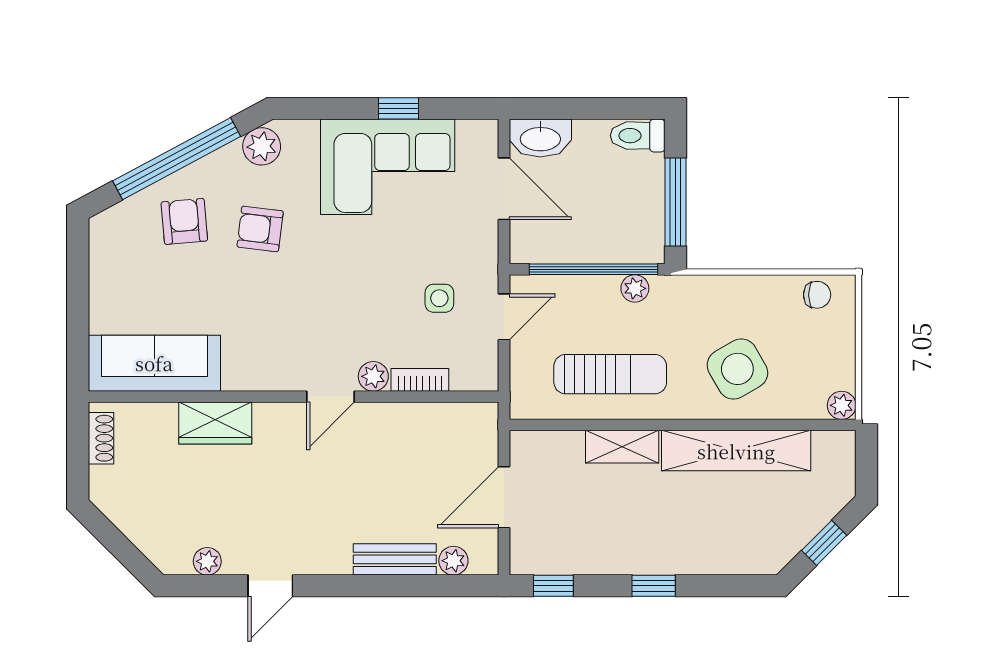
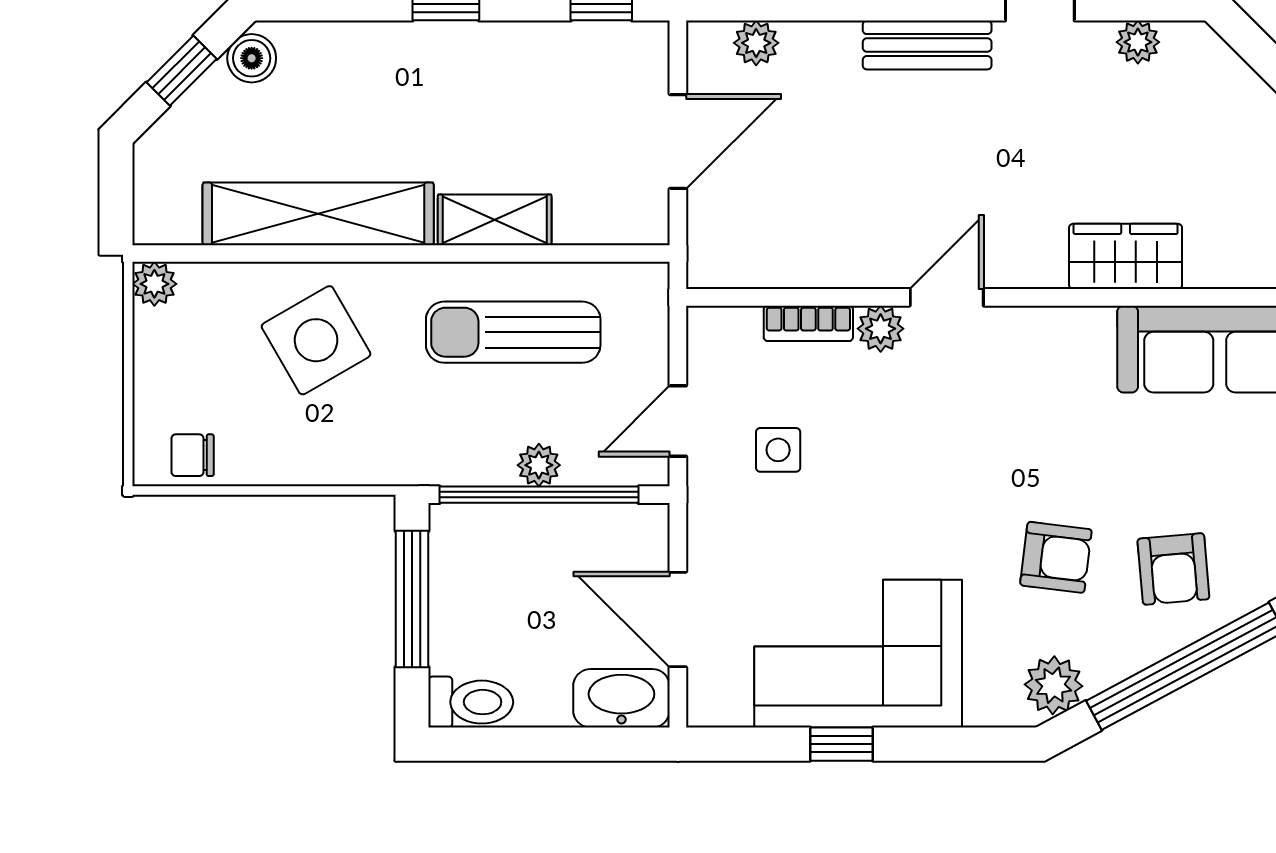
plant: (635, 288) -> (539, 465), moved
boiler: (779, 551) -> (252, 58), added
bench: (395, 559) -> (927, 45), moved

